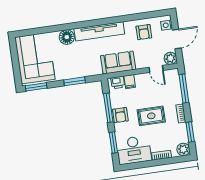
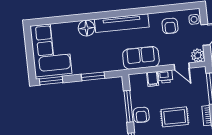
printer: (118, 82) -> (165, 77), moved

